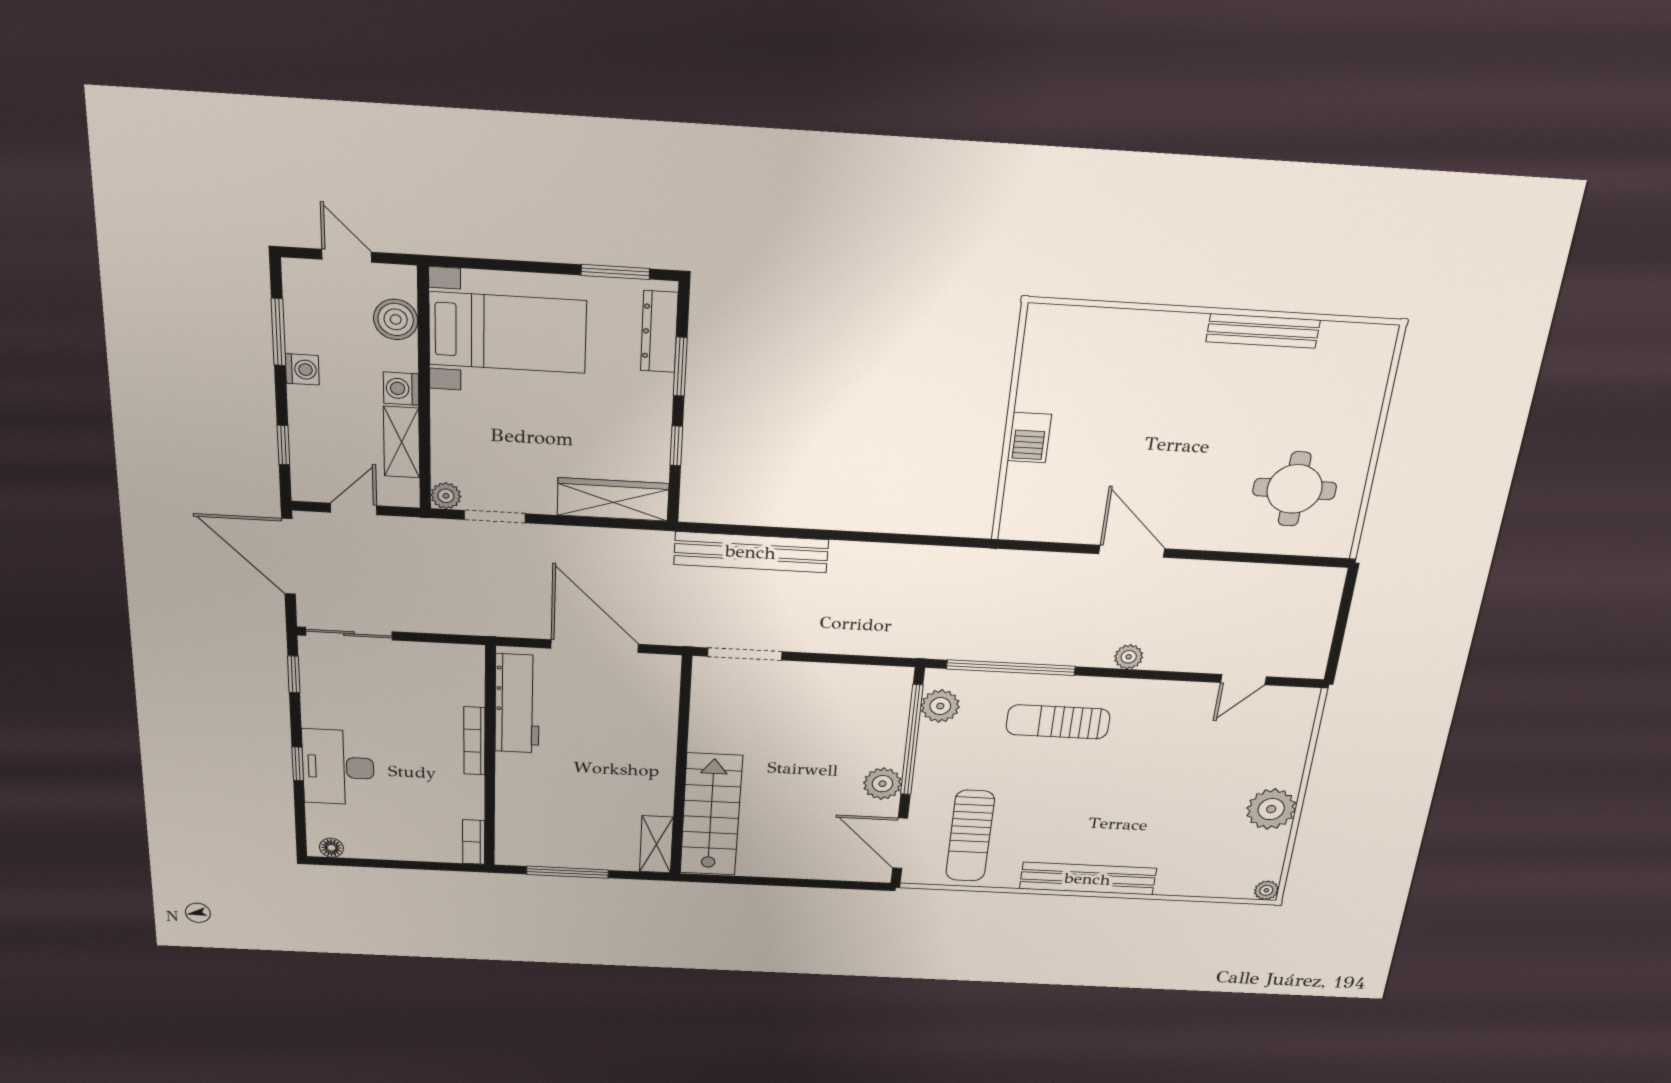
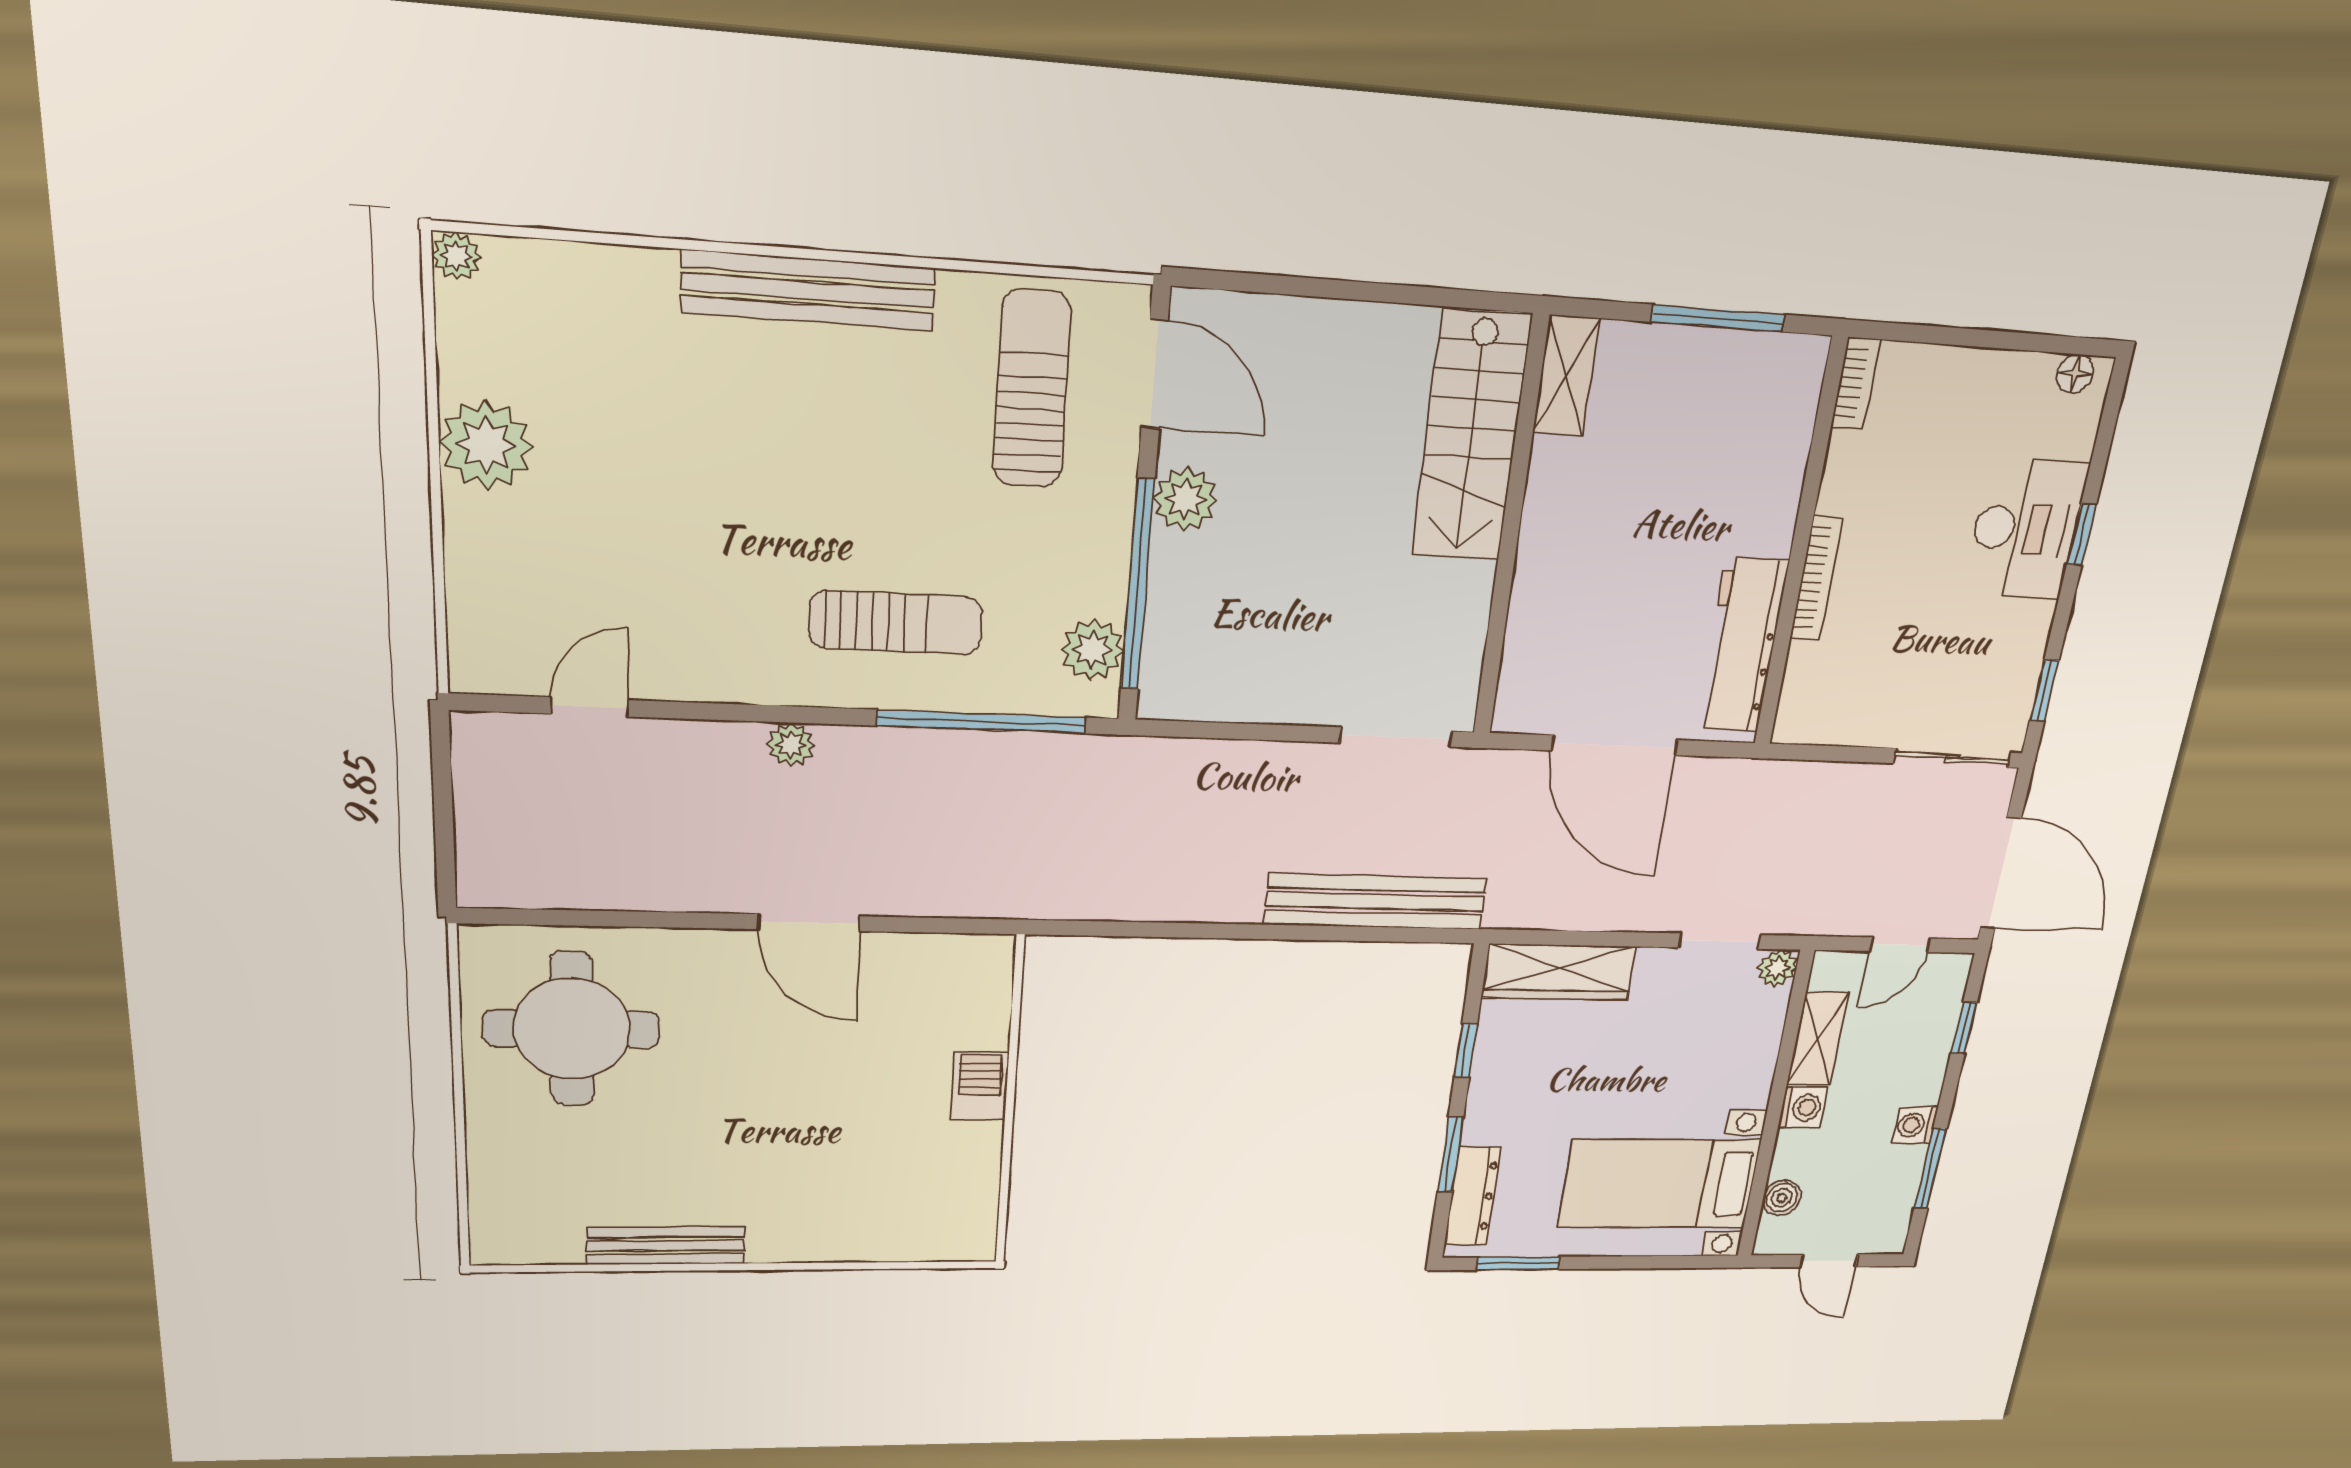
boiler: (396, 319) -> (1782, 1198), width x0.73, depth x0.73
round table: (1295, 489) -> (572, 1029), width x1.36, depth x1.36

